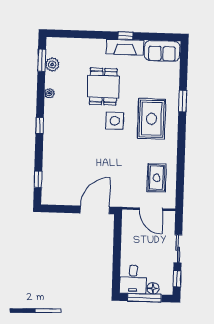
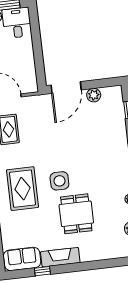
window: (126, 36) -> (42, 271), moved
plant: (69, 199) -> (94, 95), added

